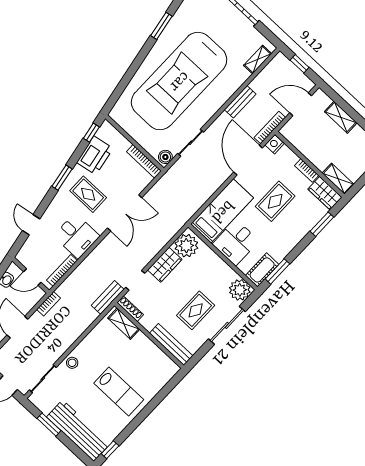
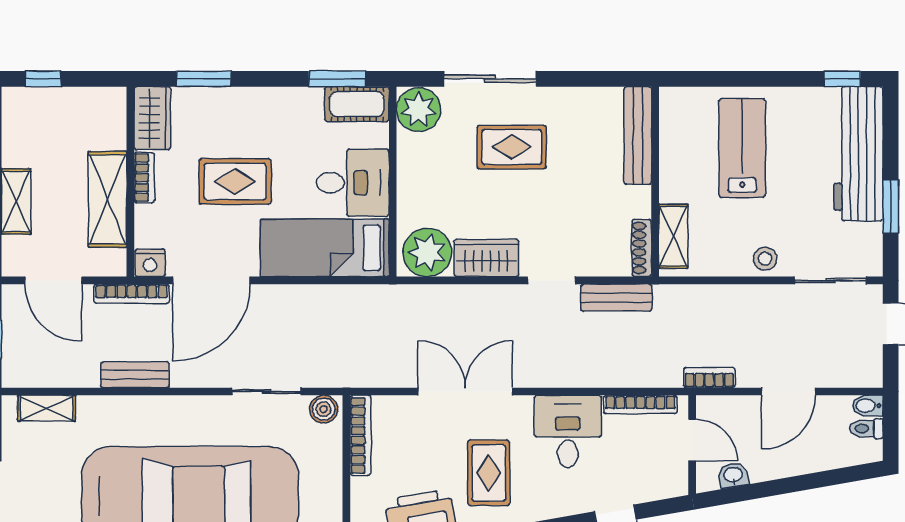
shelving: (338, 179) -> (107, 199), moved, width x1.50, depth x1.33
shoe rack: (130, 309) -> (642, 248), moved
shelving: (124, 324) -> (673, 236), moved
wall: (149, 335) -> (655, 182), moved
bench: (171, 345) -> (638, 136), moved

